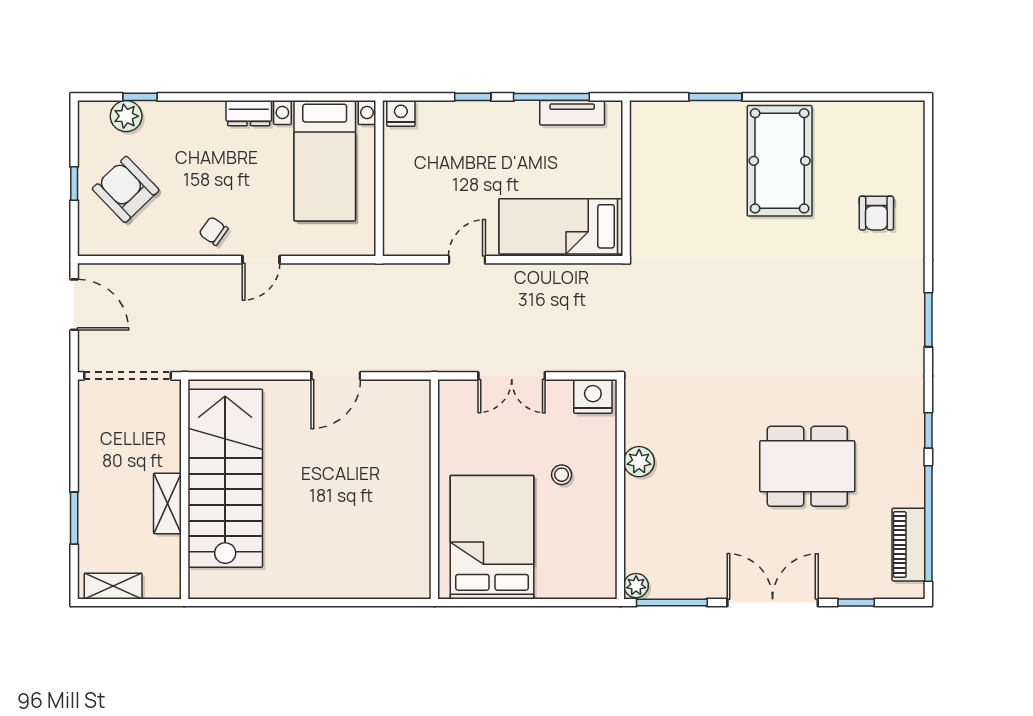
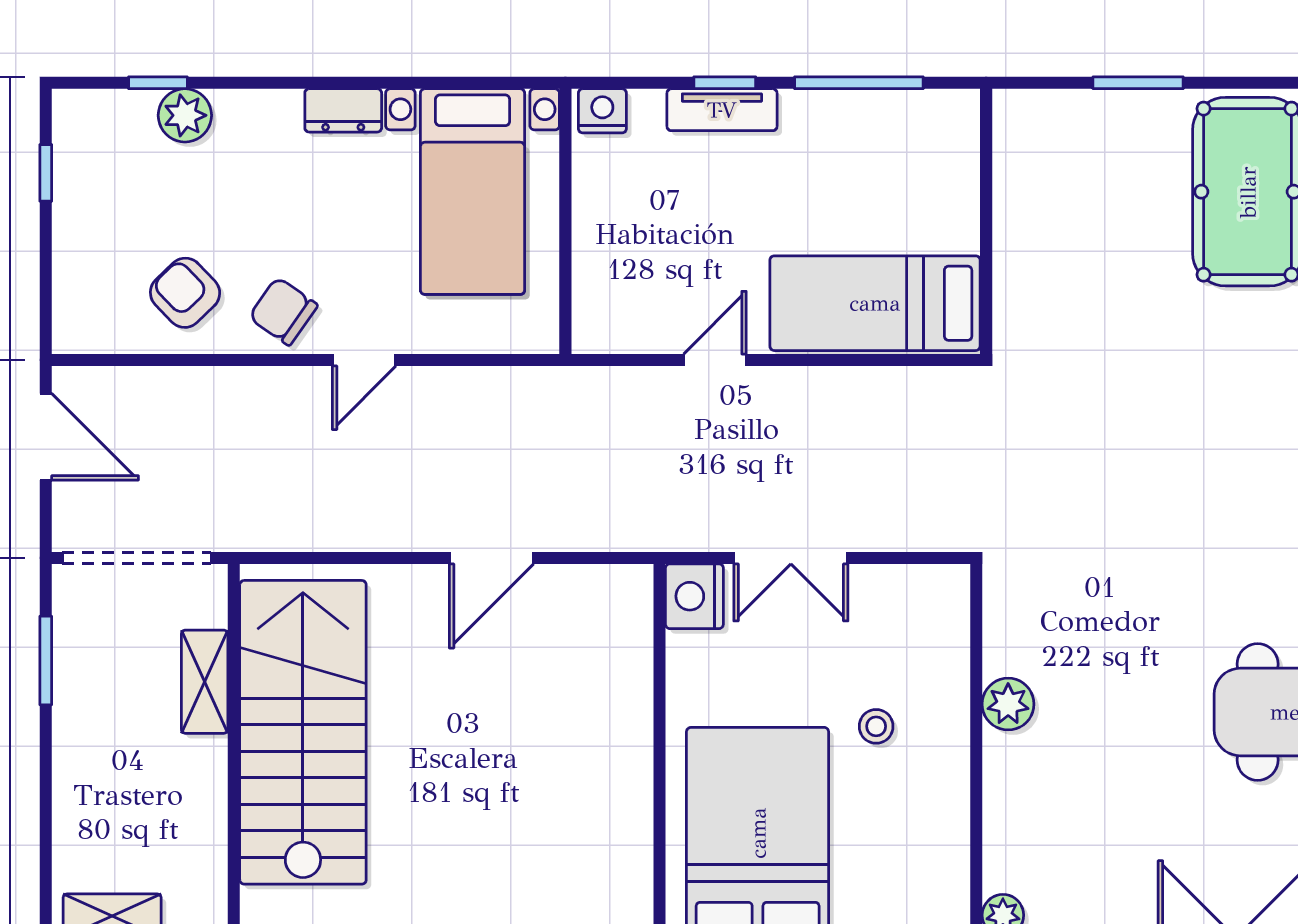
tv unit: (572, 113) -> (722, 110), moved
plant: (126, 116) -> (185, 115), moved
window: (74, 184) -> (46, 173), moved
armchair: (126, 189) -> (185, 293), moved, width x0.72, depth x0.72
chair: (214, 231) -> (283, 311), width x1.37, depth x1.37
nightstand: (593, 396) -> (694, 596), moved, turned -90
shelving: (167, 503) -> (205, 682), moved
window: (74, 518) -> (46, 661), moved

